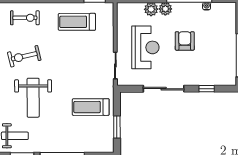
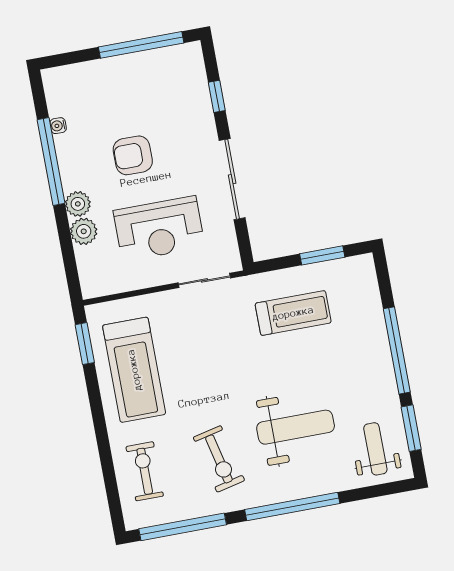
treadmill: (77, 22) -> (134, 370), width x1.37, depth x1.38
reception desk: (145, 47) -> (159, 229), turned 180
treadmill: (91, 107) -> (293, 313), turned -90

